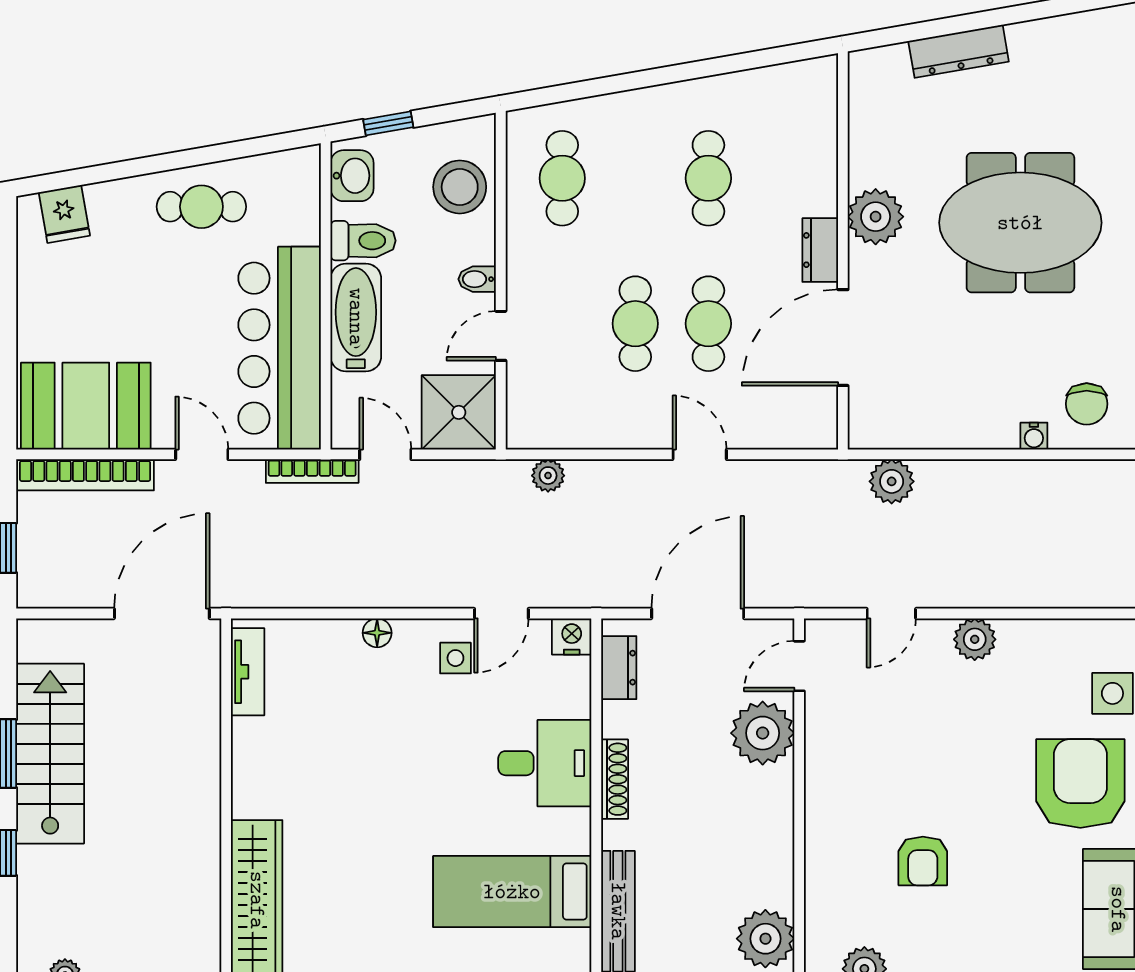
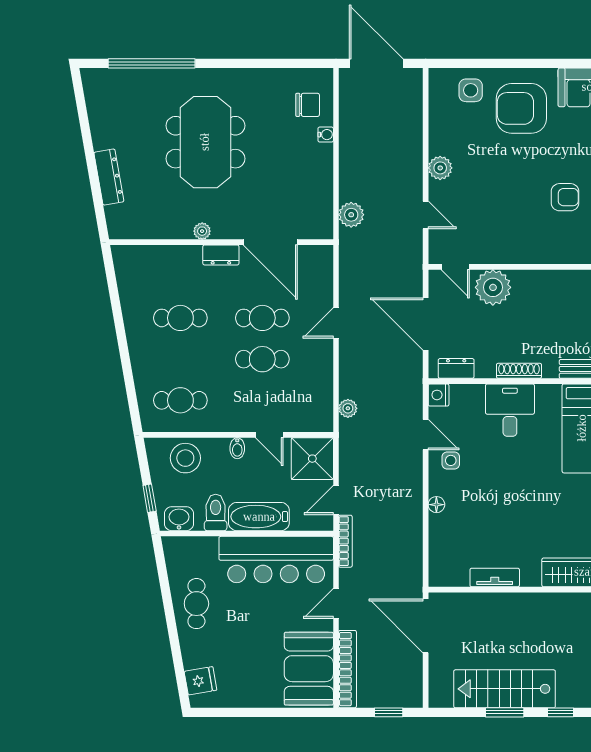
plant: (876, 217) -> (202, 231), width x0.53, depth x0.53
tv unit: (248, 672) -> (495, 577), moved

